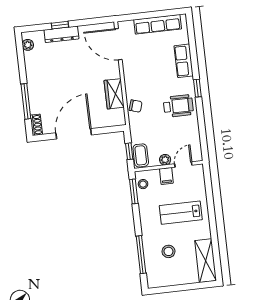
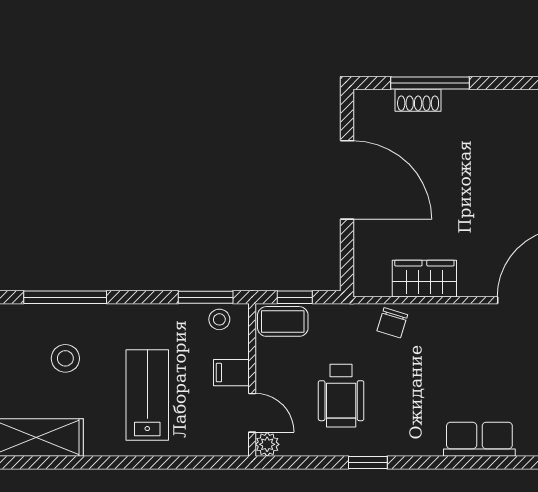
window: (197, 88) -> (368, 462), moved
wheelchair: (178, 106) -> (341, 396), moved
shoe rack: (36, 125) -> (418, 100), moved
plant: (165, 160) -> (267, 444), moved

